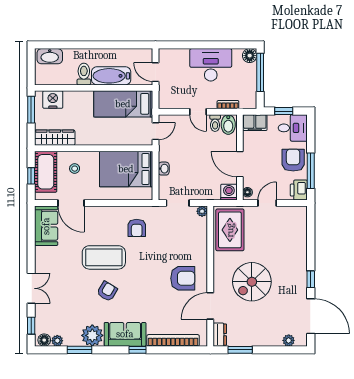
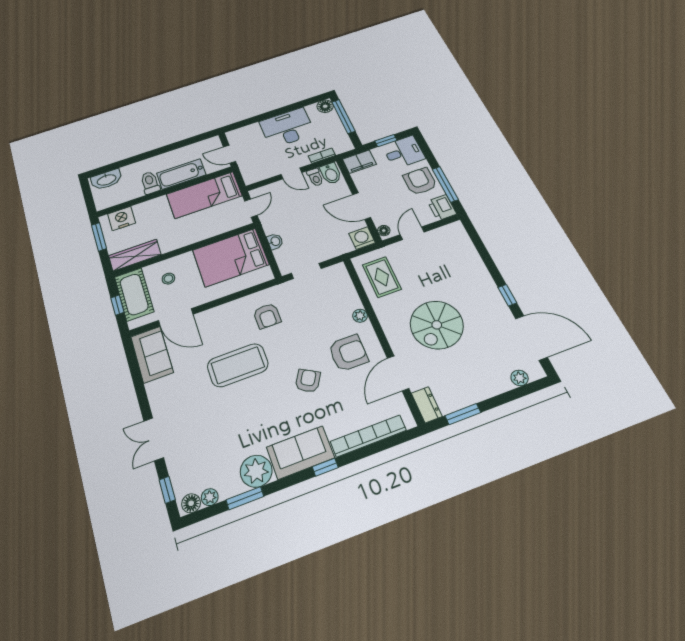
plant: (202, 211) -> (360, 316), moved
rug: (230, 230) -> (382, 277), width x0.73, depth x0.70
double door: (31, 288) -> (154, 439), swing flipped
armchair: (107, 291) -> (308, 381), moved

